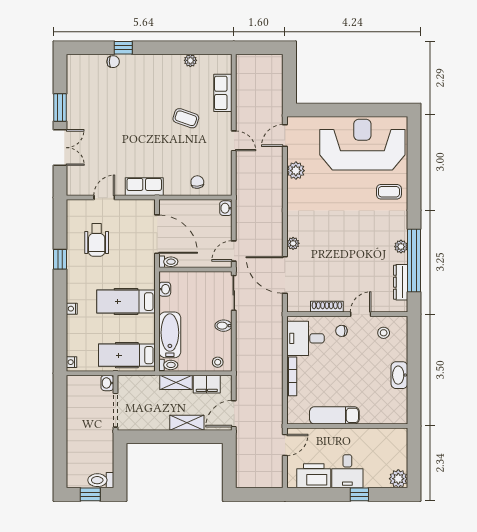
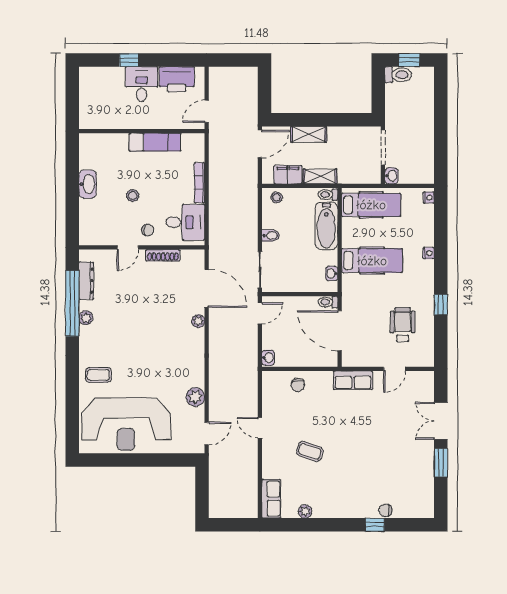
row of seats: (223, 93) -> (271, 499), moved
stool: (384, 333) -> (133, 196), moved
plant: (398, 479) -> (89, 76), removed

